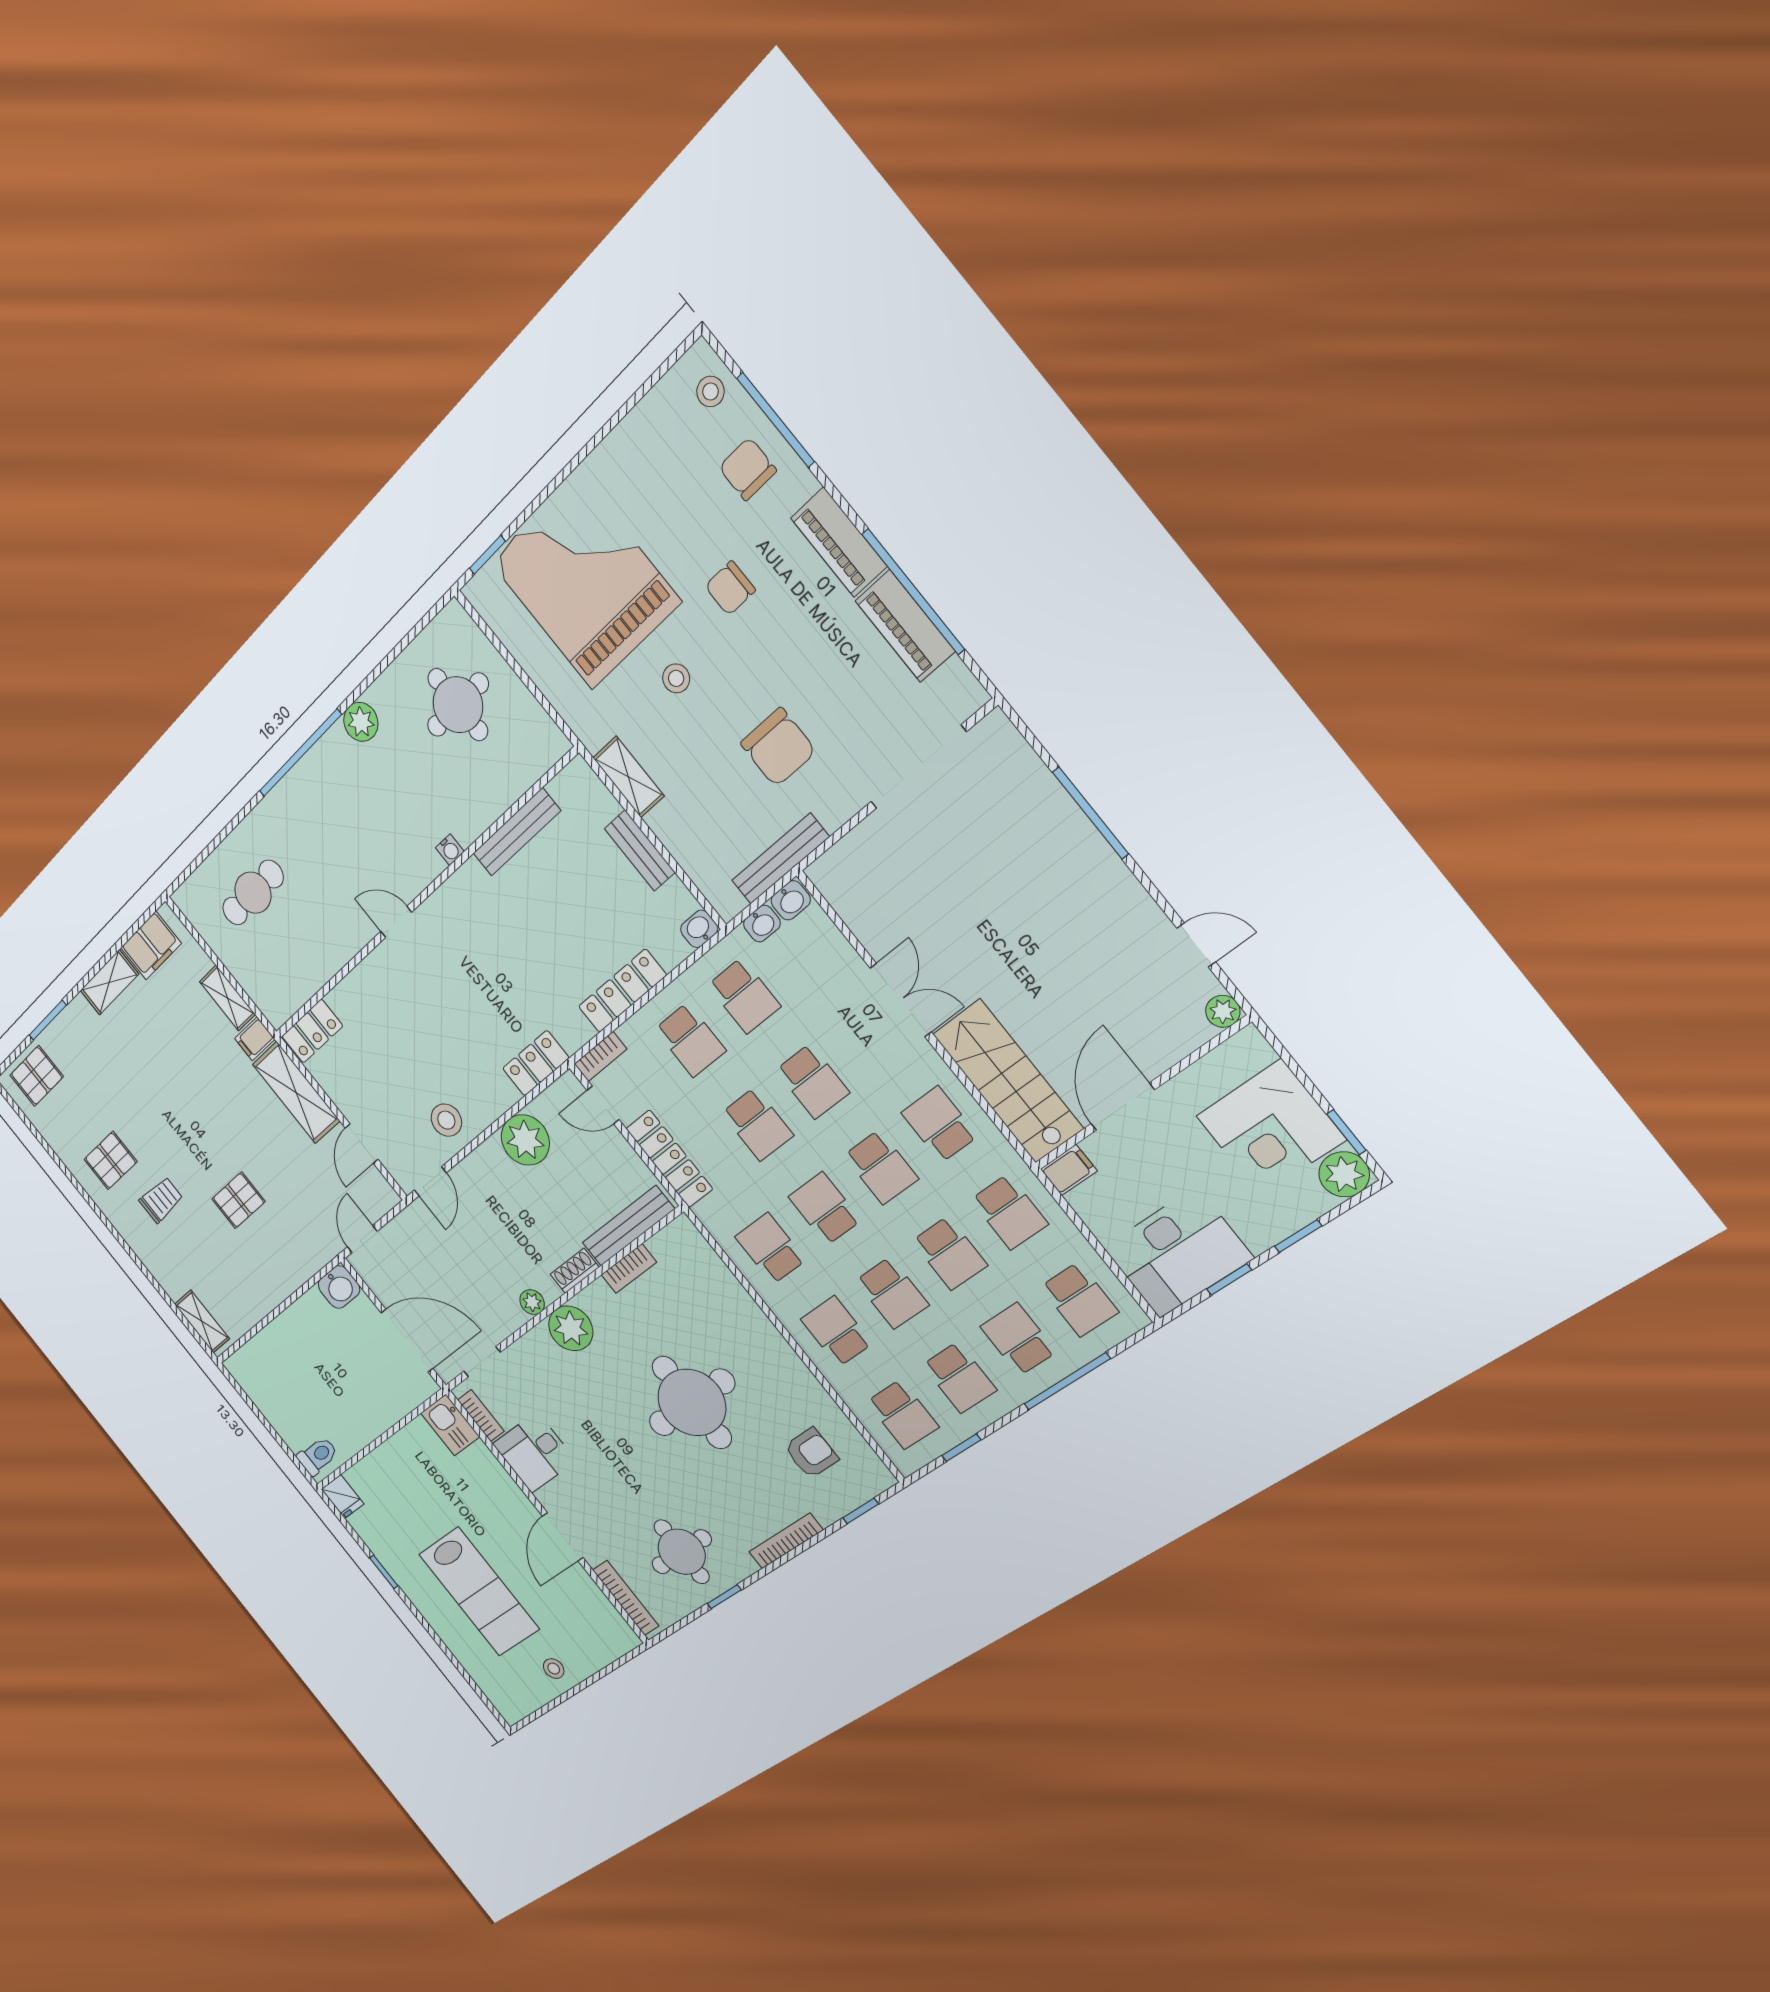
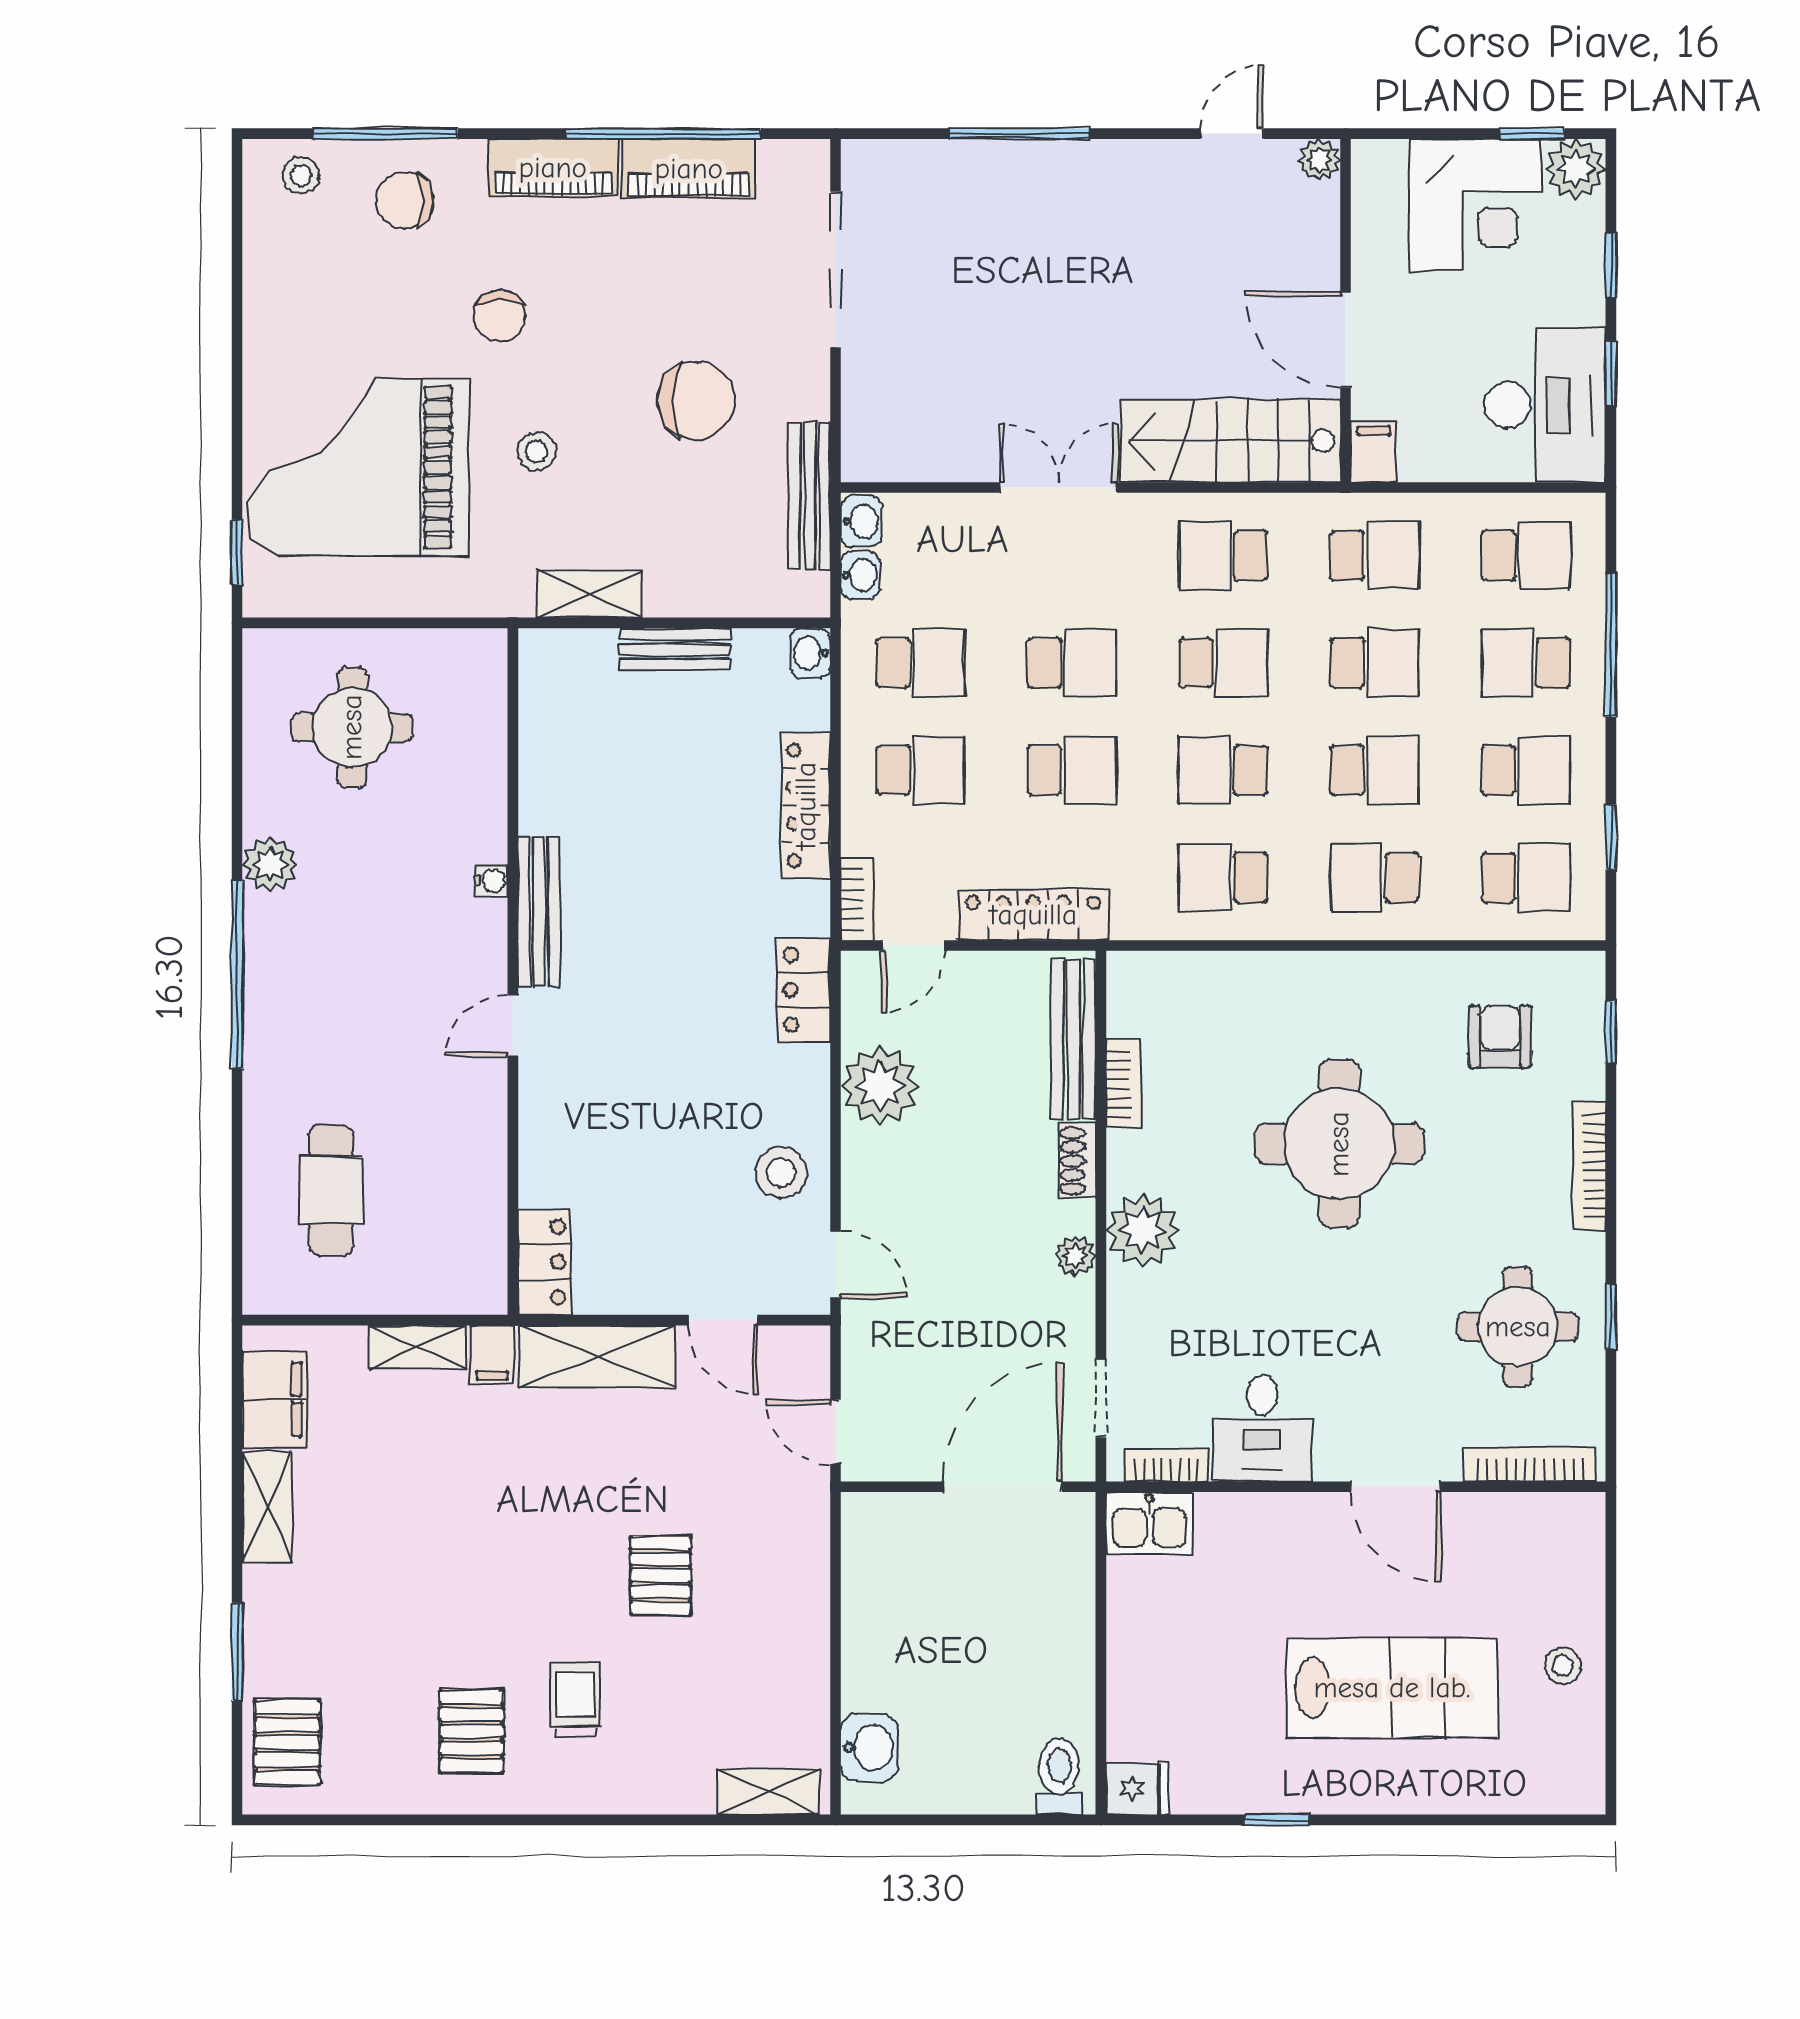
bench: (517, 832) -> (539, 912), moved
washbasin: (339, 1287) -> (870, 1747), moved

